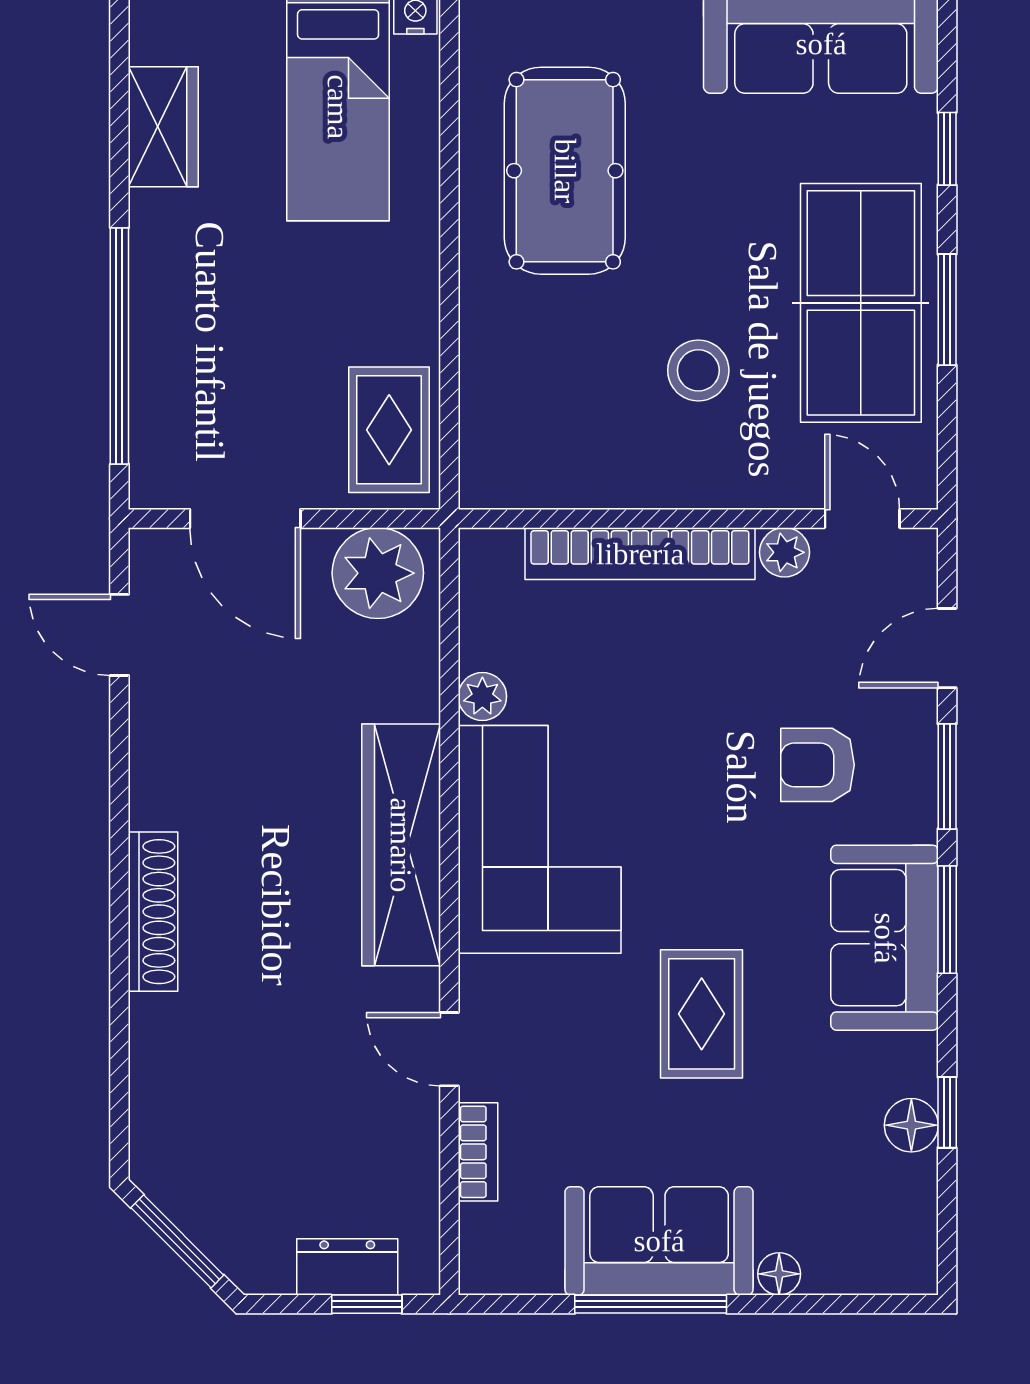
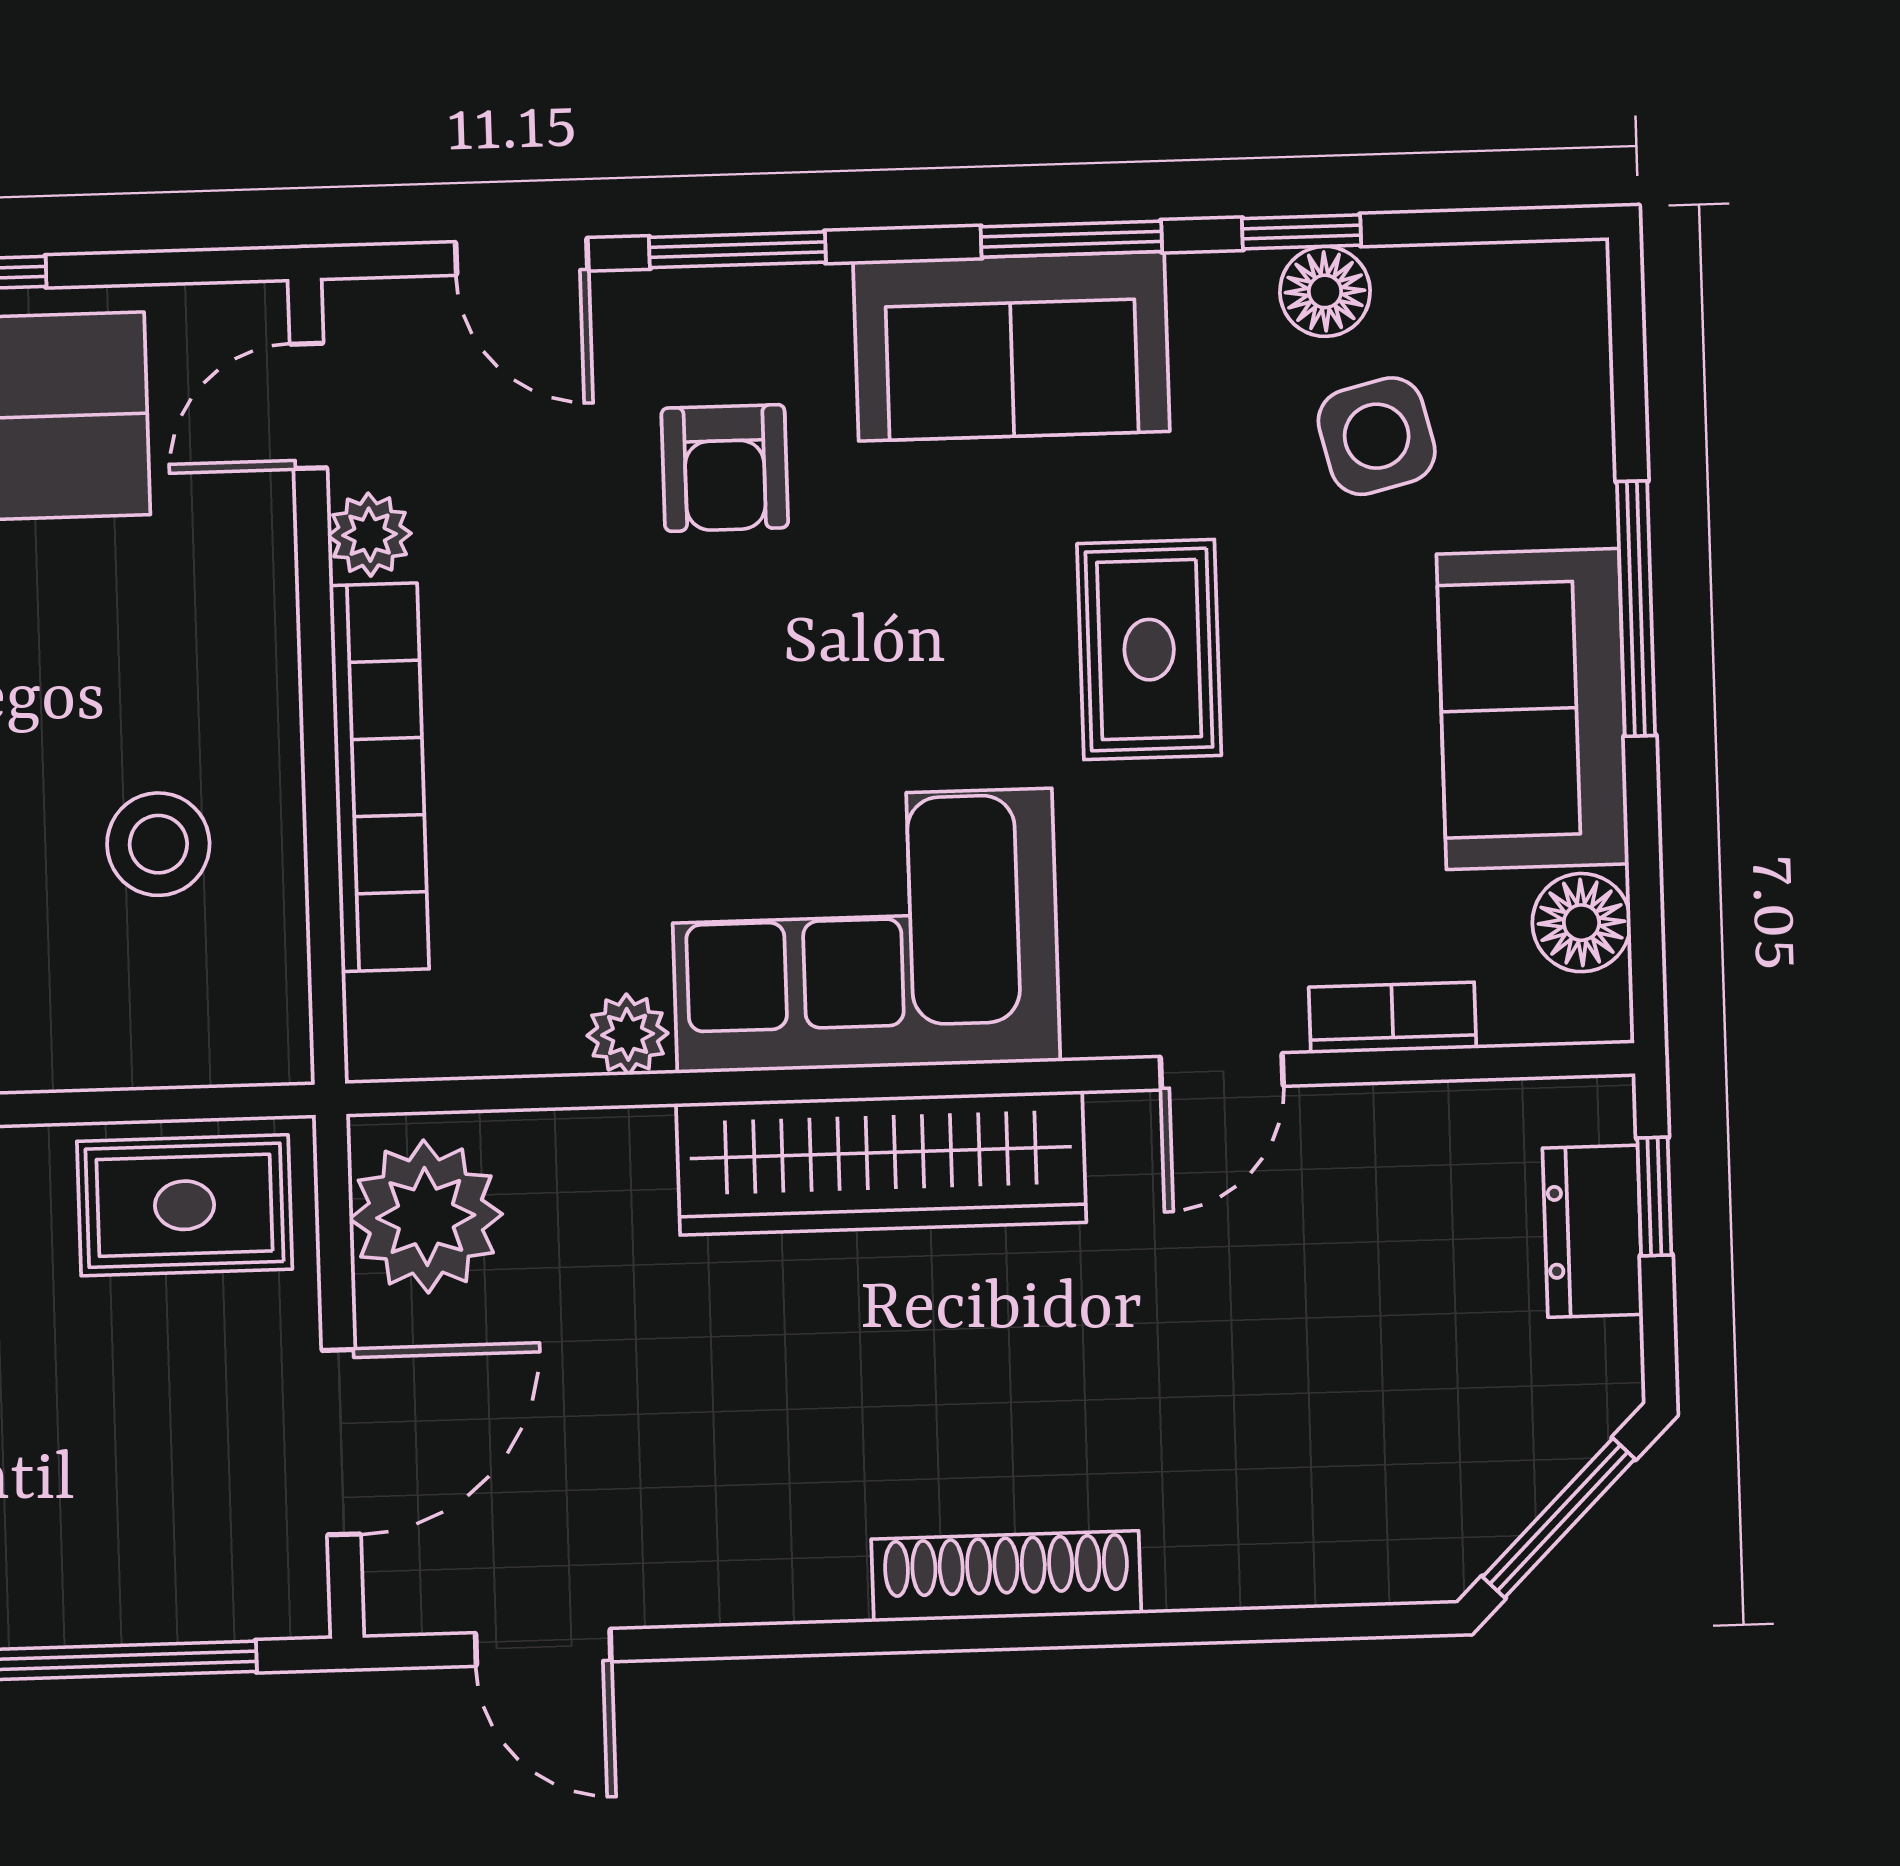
stool: (698, 370) -> (158, 844), moved
door: (119, 635) -> (543, 1647), hinge flipped
window: (947, 920) -> (1071, 239), moved
rug: (702, 1014) -> (1149, 650), turned 90
side table: (824, 1153) -> (1377, 436), added
floor lamp: (779, 1274) -> (1581, 923), moved, width x1.37, depth x1.37
window: (651, 1304) -> (1636, 609), moved

